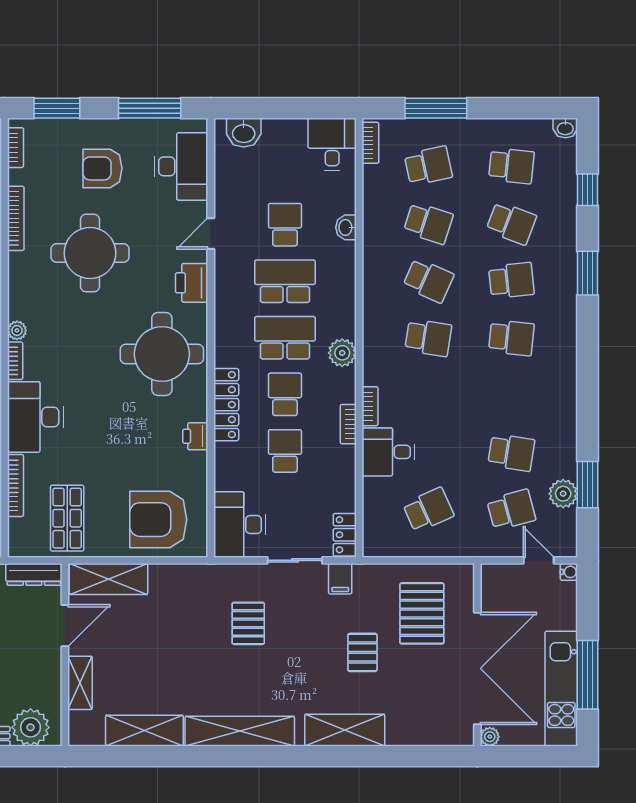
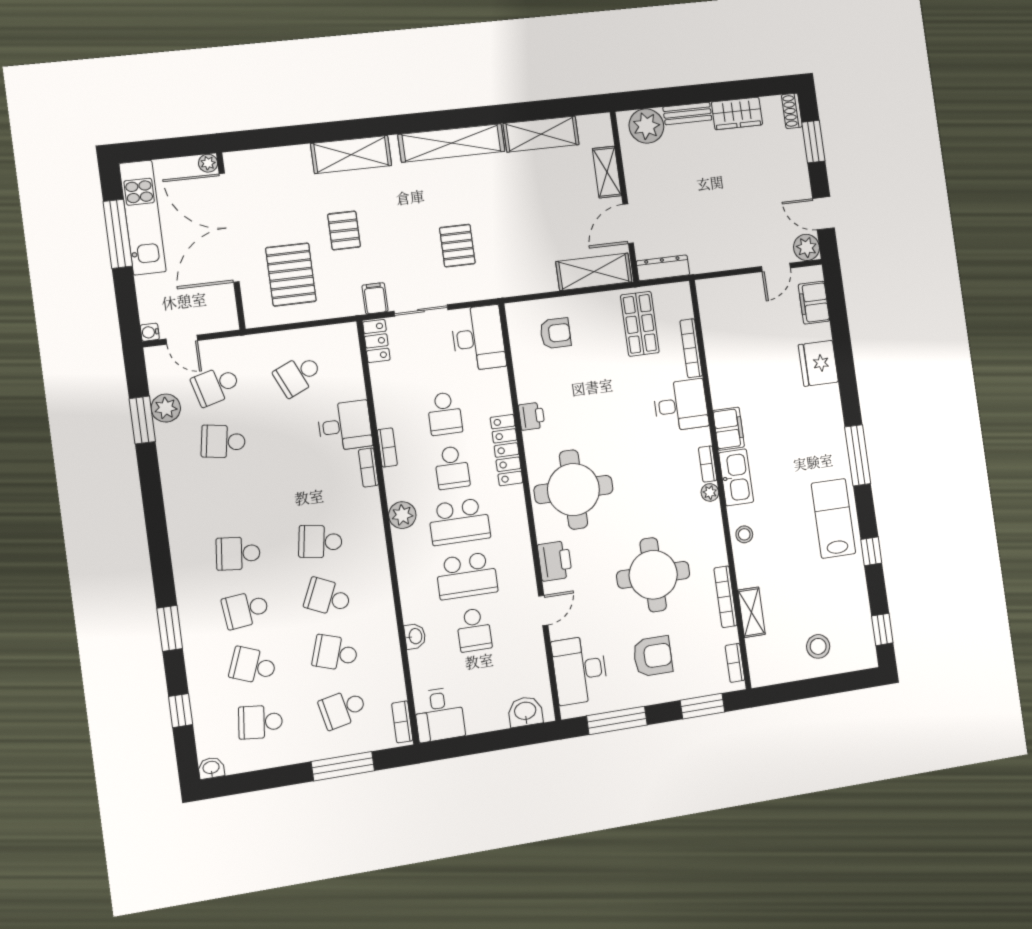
desk: (35, 417) -> (681, 405), width x0.73
armchair: (158, 520) -> (555, 333), width x0.53, depth x0.53

